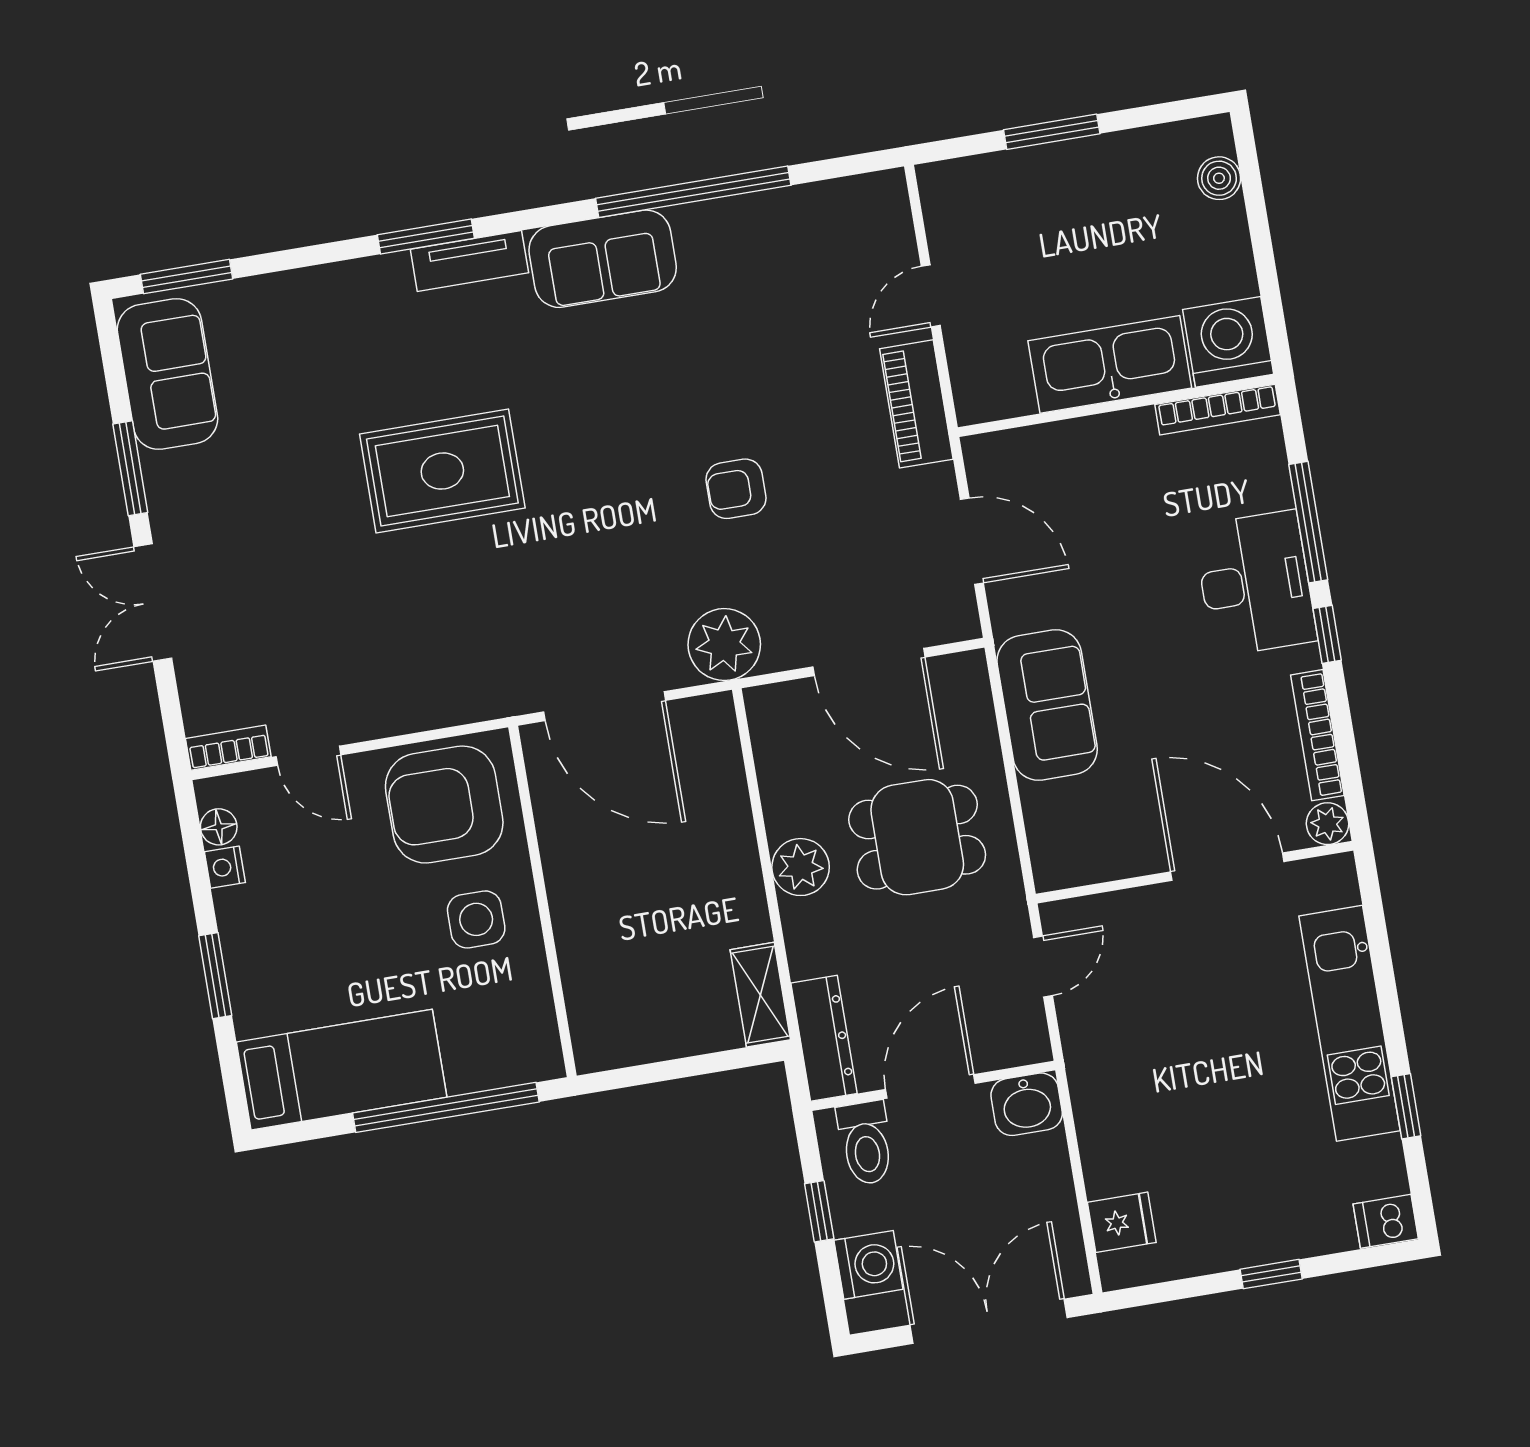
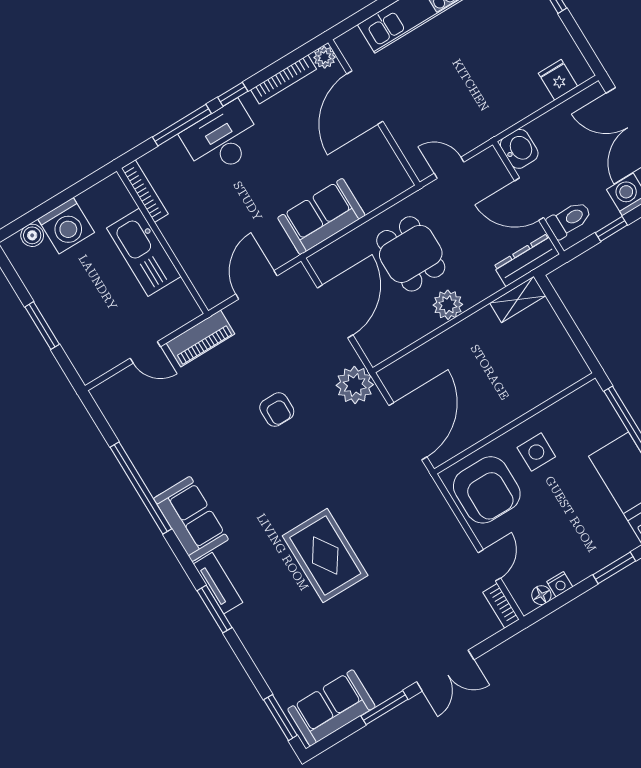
washing machine: (1228, 342) -> (66, 226), moved, turned -90

